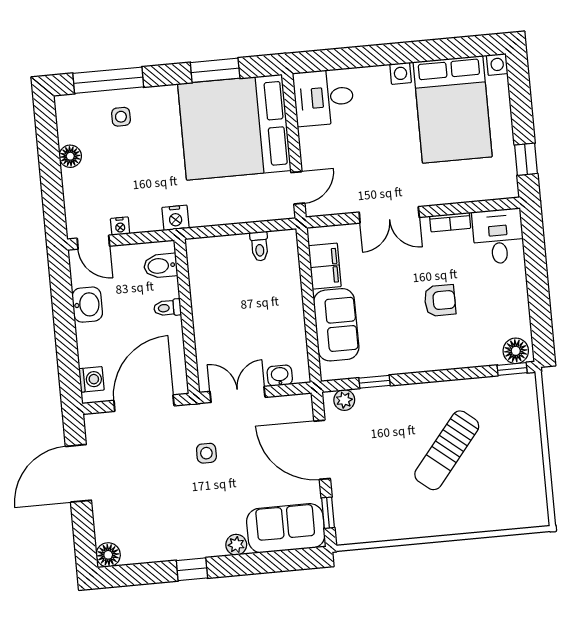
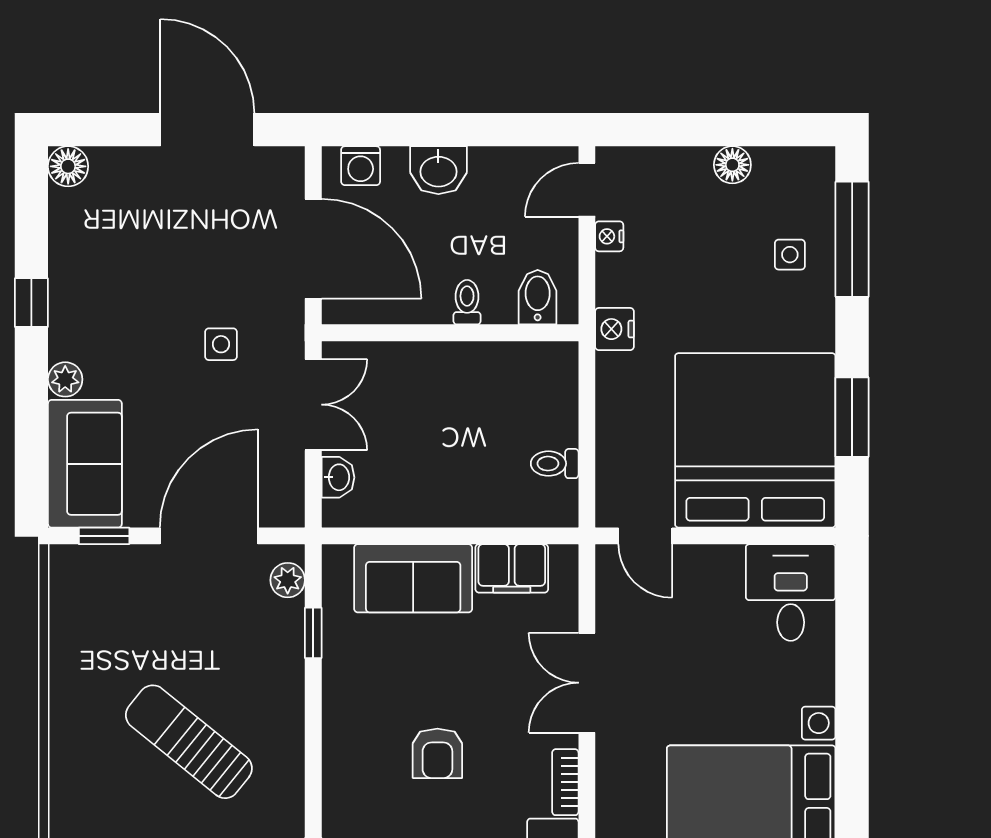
washbasin: (87, 305) -> (438, 170), moved

